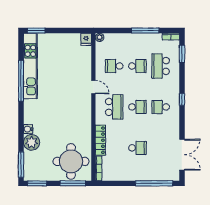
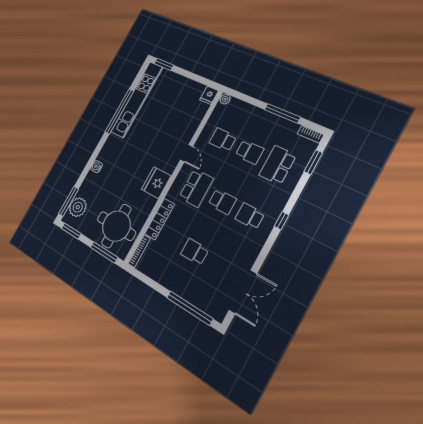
fridge: (83, 117) -> (156, 183), added
plant: (32, 142) -> (78, 207), moved
school desk: (137, 148) -> (195, 252), turned 180

